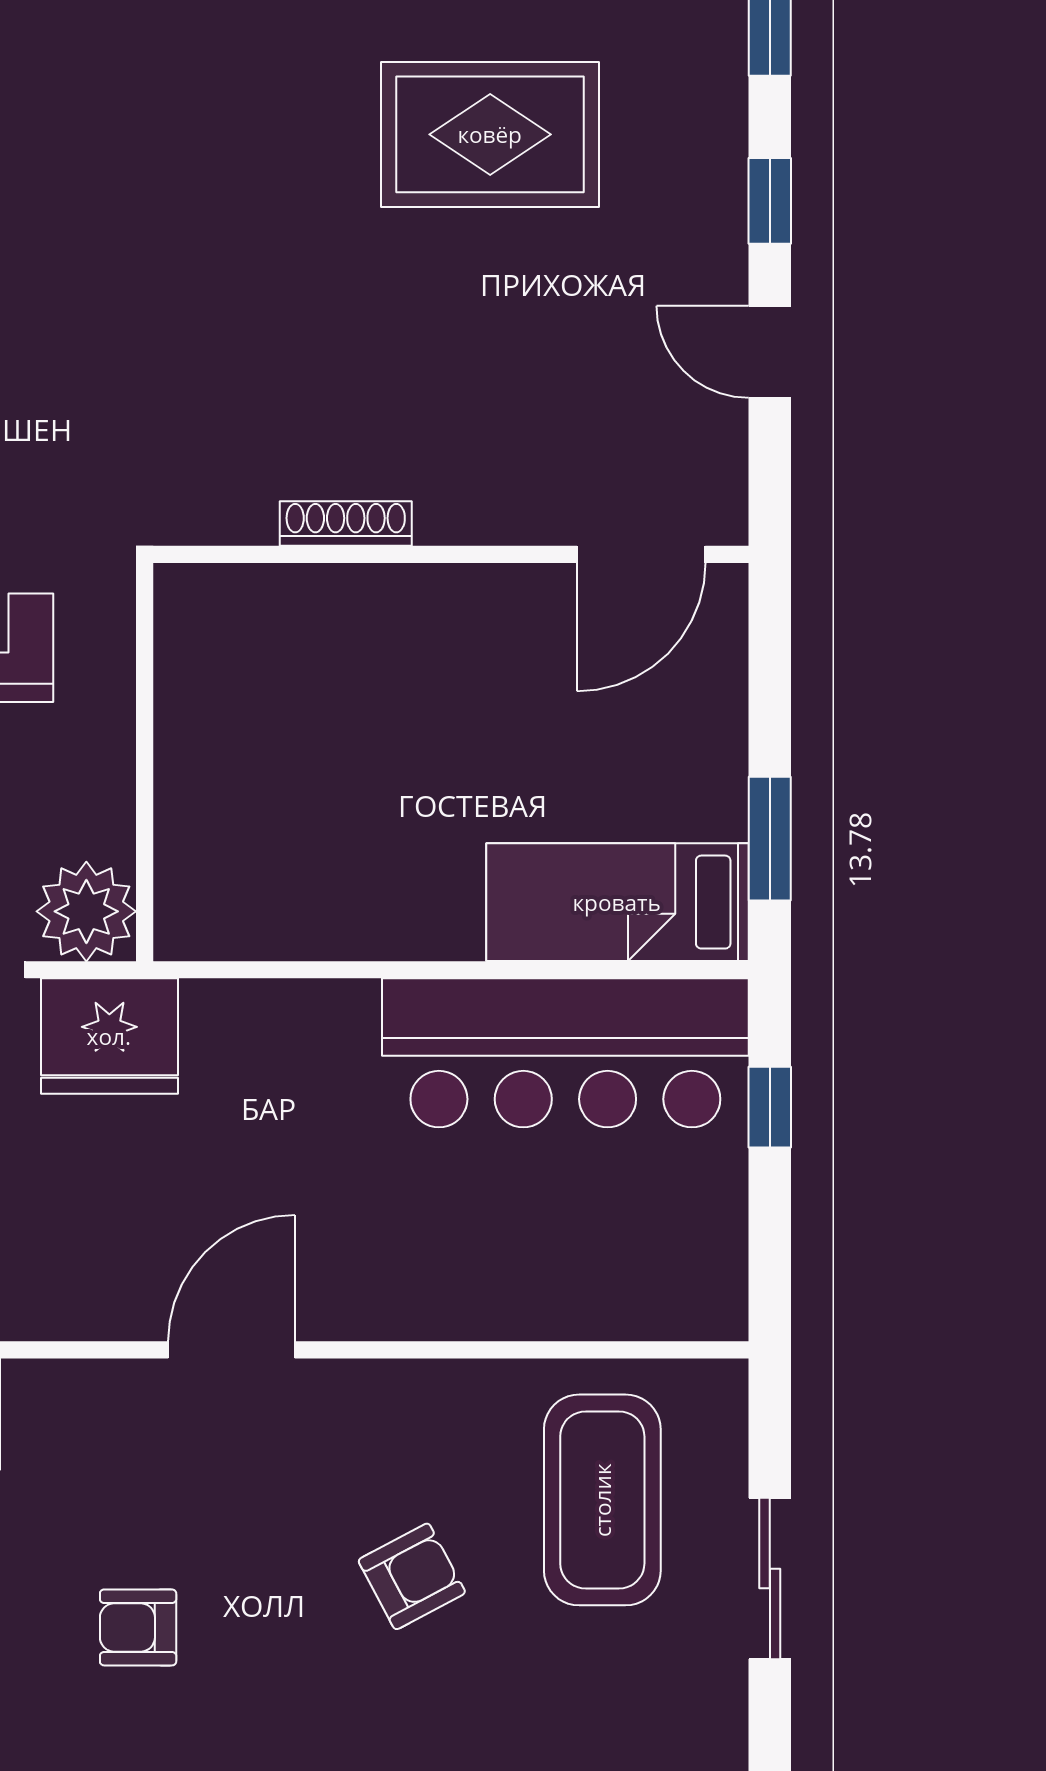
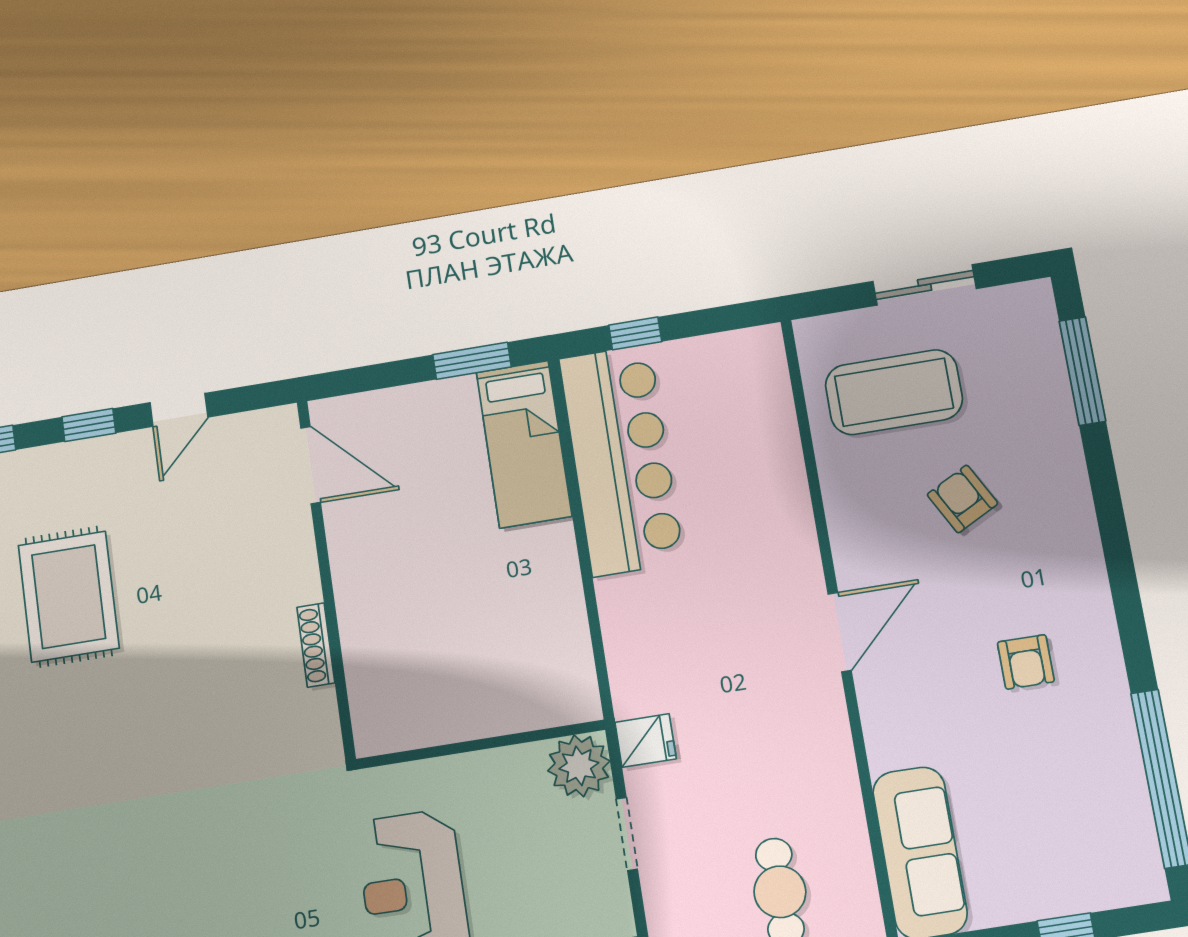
fridge: (109, 1036) -> (646, 741), width x0.53, depth x0.75
door: (232, 1350) -> (840, 632), swing flipped

